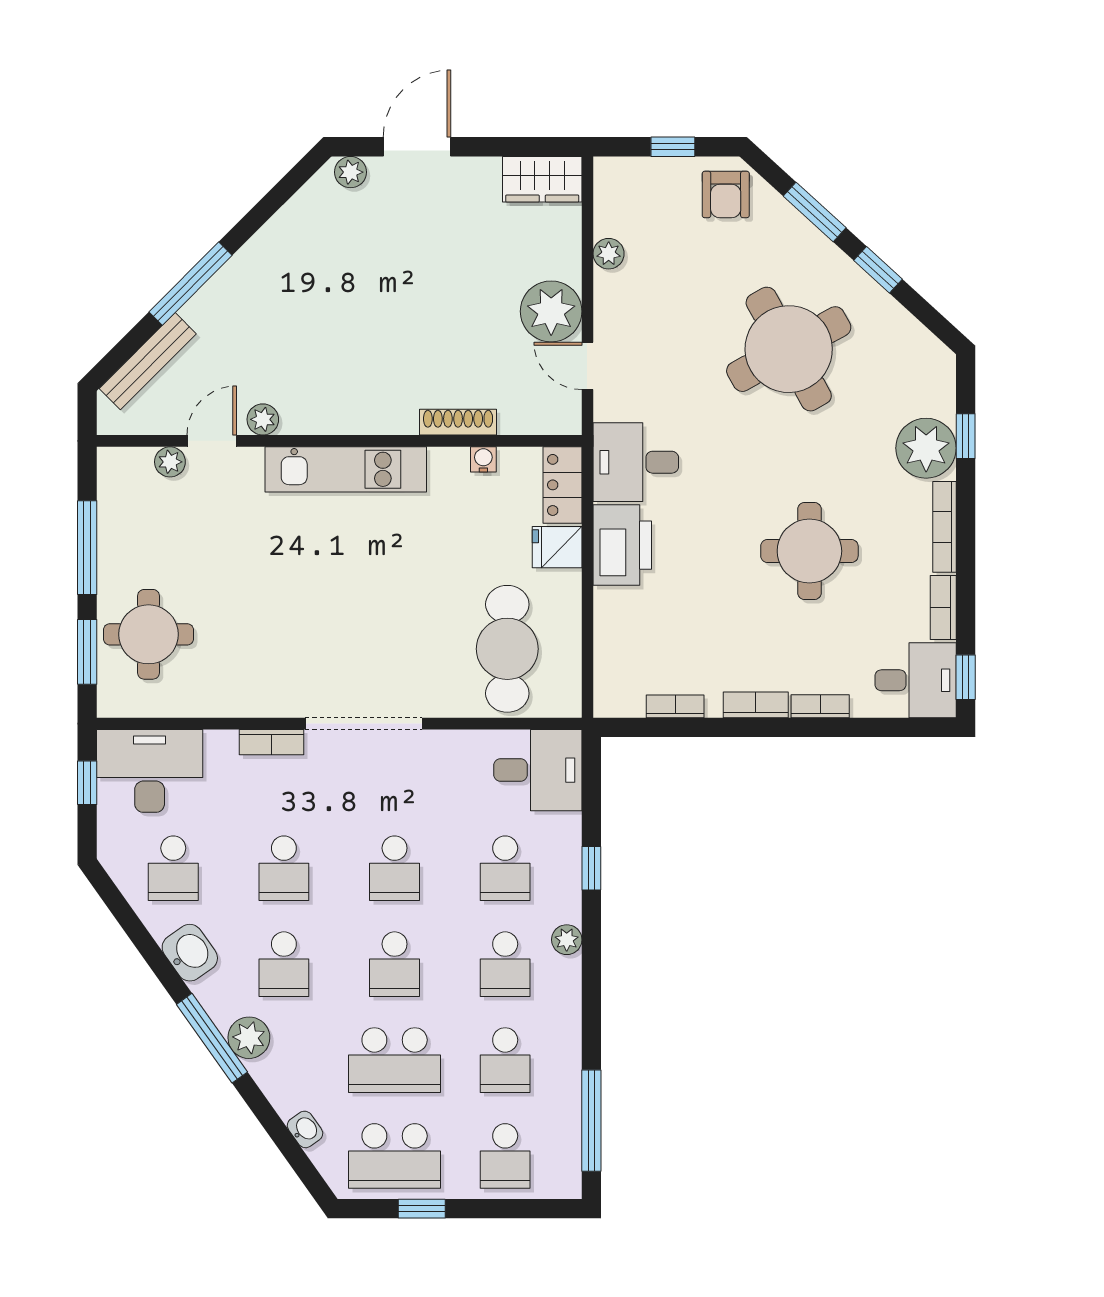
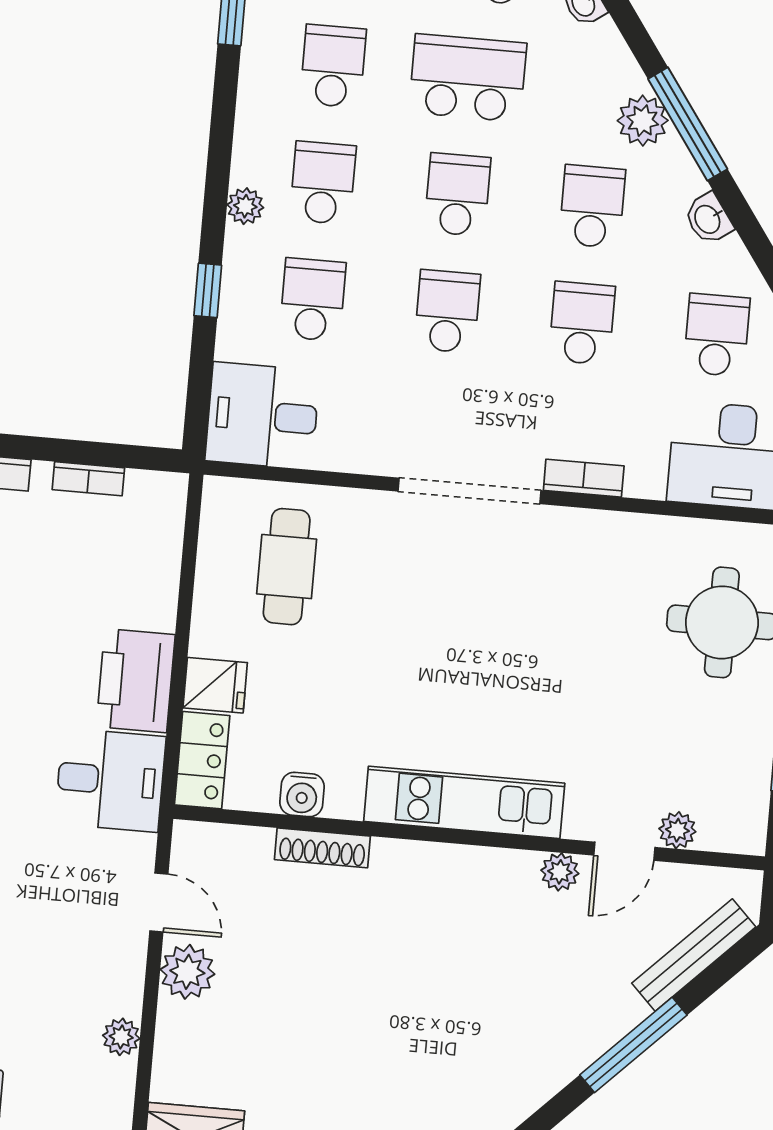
plant: (551, 311) -> (187, 972), width x0.73, depth x0.73
water cooler: (483, 459) -> (302, 794), width x1.38, depth x1.38
cafe table: (507, 649) -> (287, 567), width x0.73, depth x0.74
washbasin: (190, 953) -> (708, 219), width x0.72, depth x0.69

